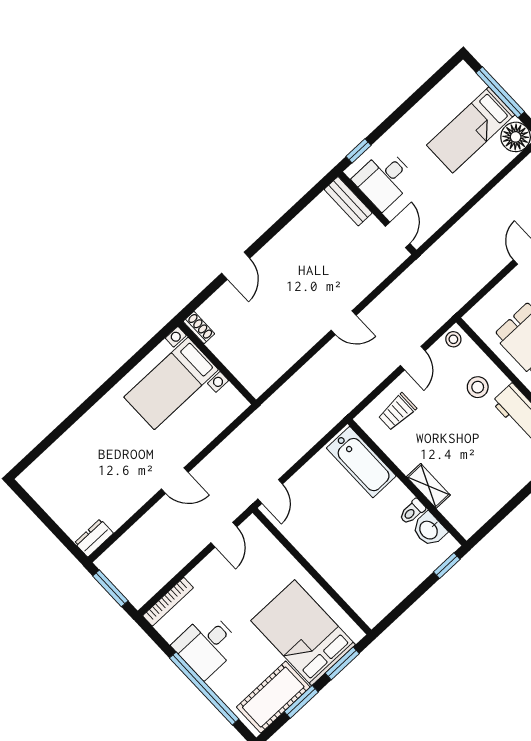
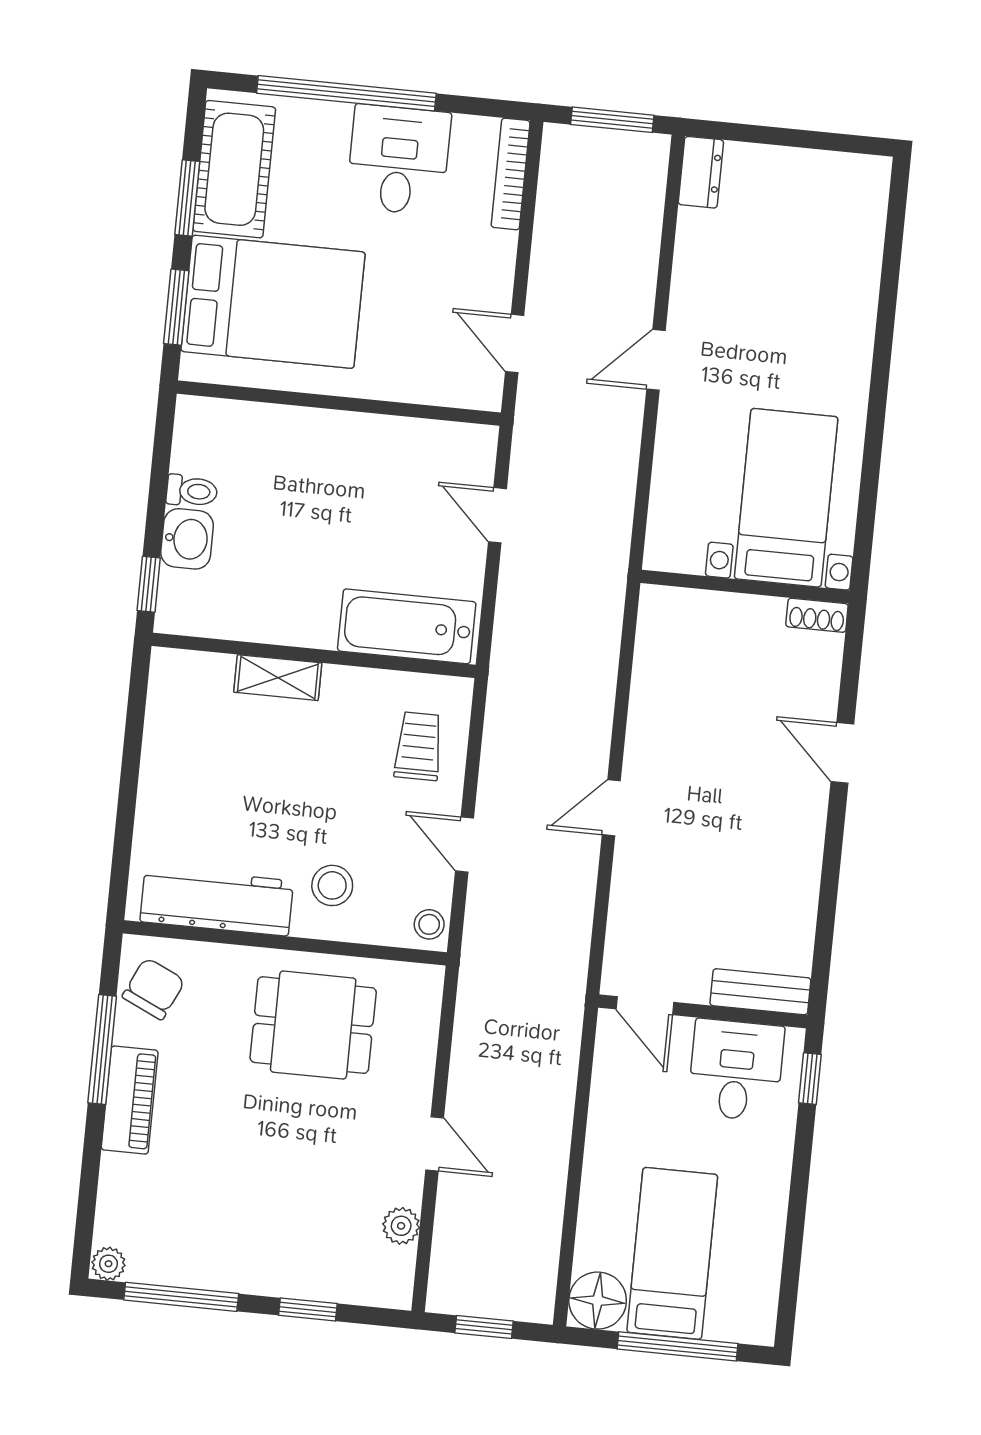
door: (270, 492) -> (497, 515), moved
toilet: (412, 512) -> (192, 491), moved, turned 90
washbasin: (429, 530) -> (187, 539), moved, turned 90

